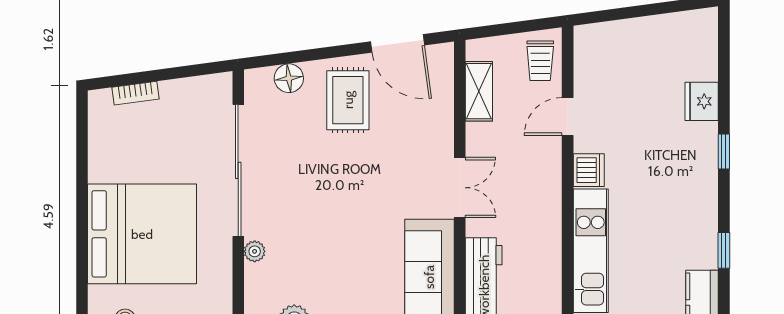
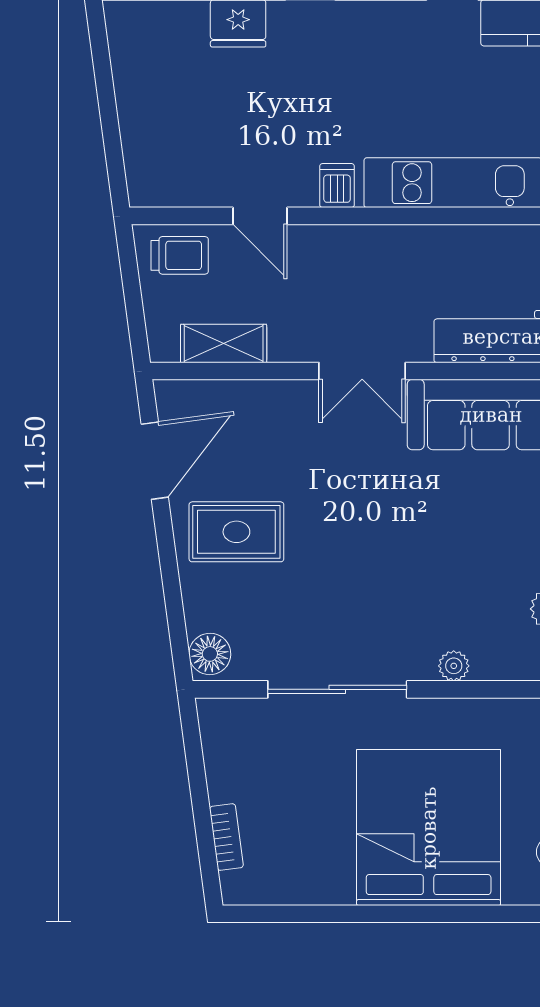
floor lamp: (289, 78) -> (210, 654), moved
sliding door: (238, 170) -> (337, 689), width x0.73
dishwasher: (589, 170) -> (337, 186), width x0.73
double door: (460, 188) -> (362, 371), swing flipped

